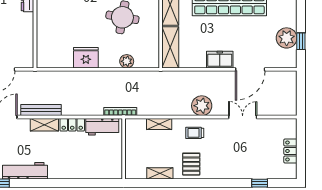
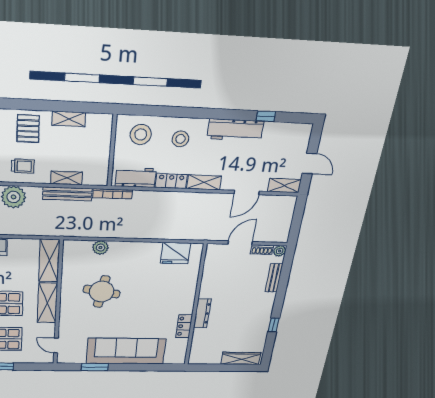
fridge: (86, 58) -> (175, 253), moved
bench: (41, 110) -> (67, 194), moved
stool: (69, 161) -> (180, 139), added
stool: (102, 163) -> (141, 134), added

